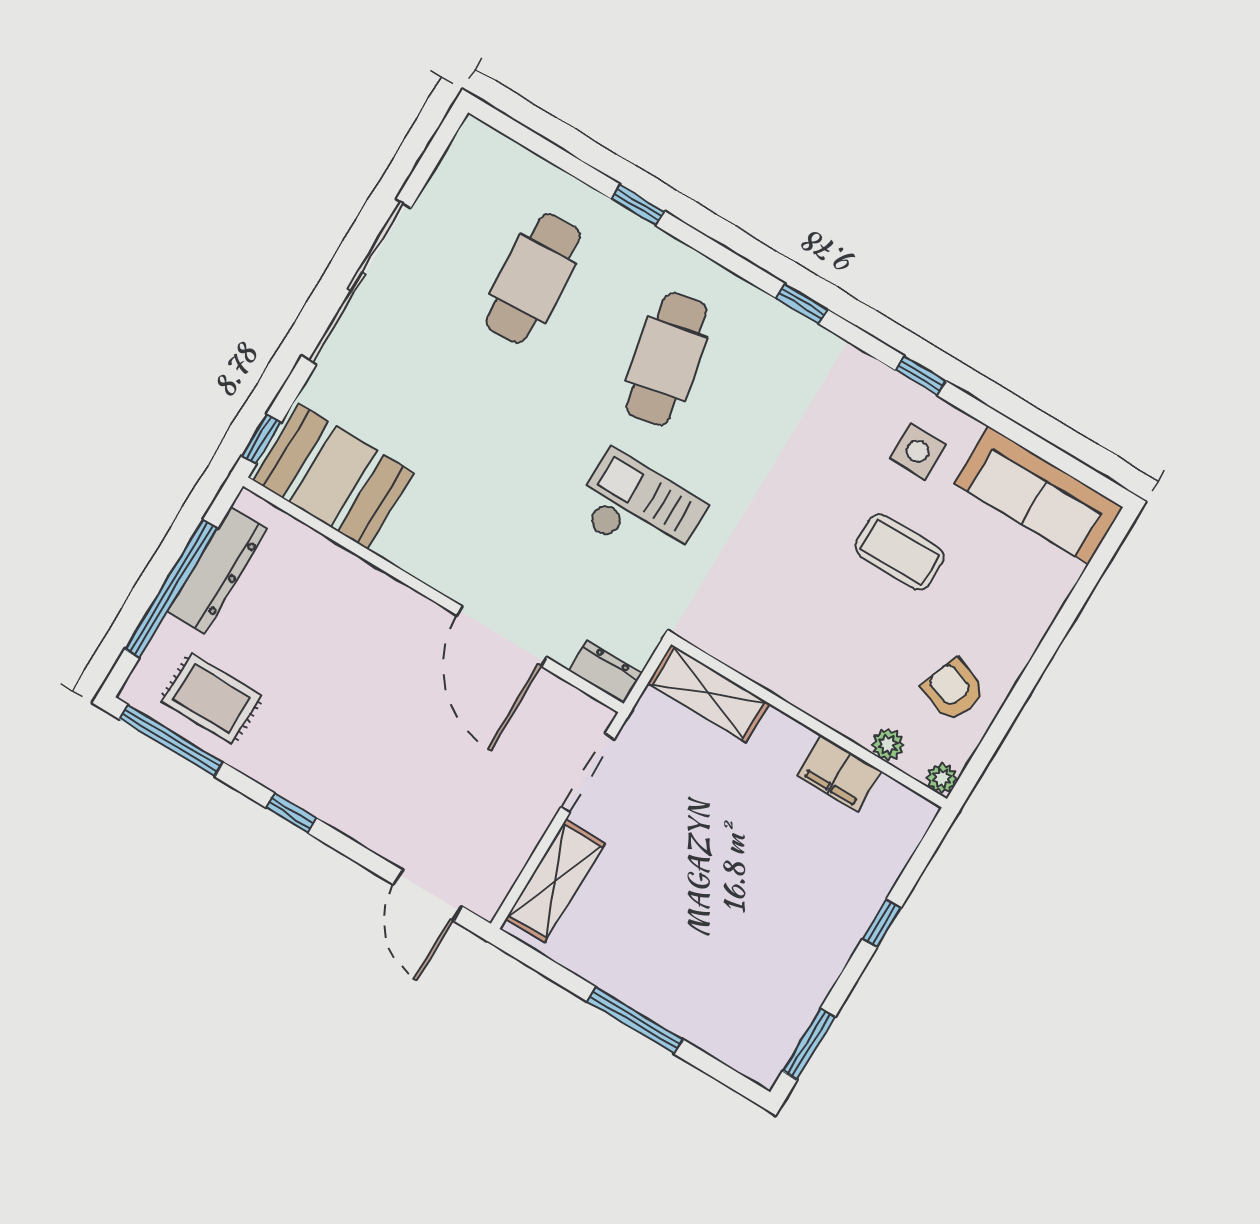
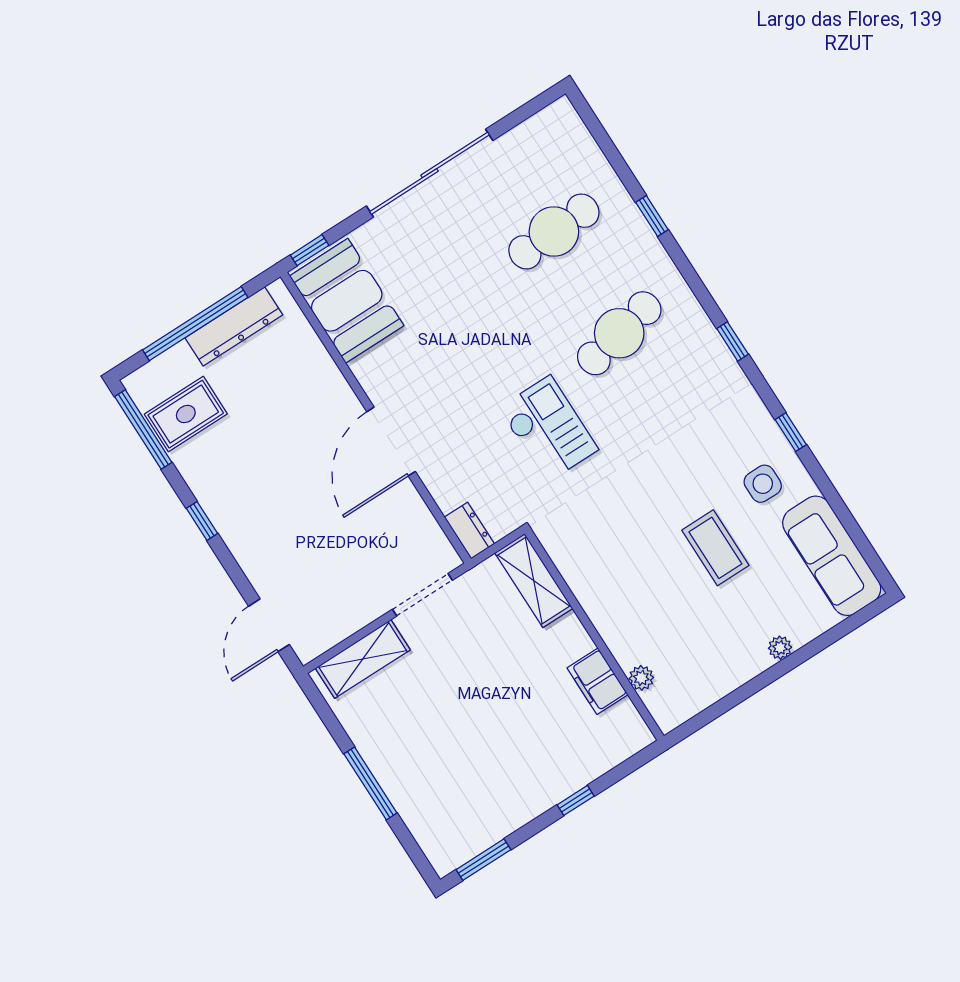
door: (502, 636) -> (391, 442), moved
armchair: (954, 690) -> (706, 663), removed
rug: (212, 699) -> (186, 414), turned 90
plant: (942, 778) -> (780, 648), moved

